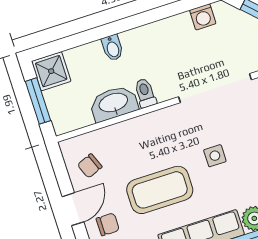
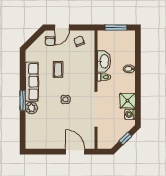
shower: (51, 71) -> (128, 101), moved
coffee table: (160, 190) -> (58, 69), width x0.54, depth x0.58
door: (73, 209) -> (62, 27), hinge flipped

